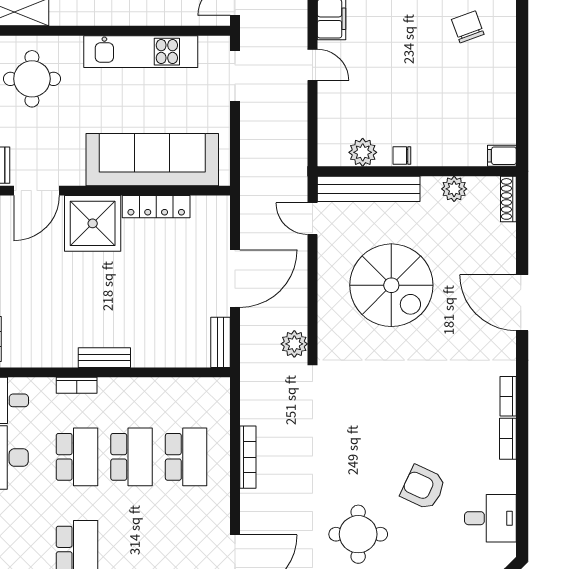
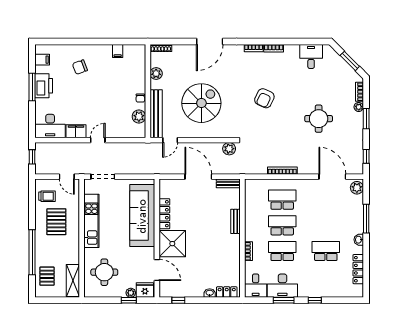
filing cabinet: (502, 156) -> (118, 51), moved
bench: (104, 358) -> (235, 221), moved
armchair: (423, 487) -> (264, 98), moved

